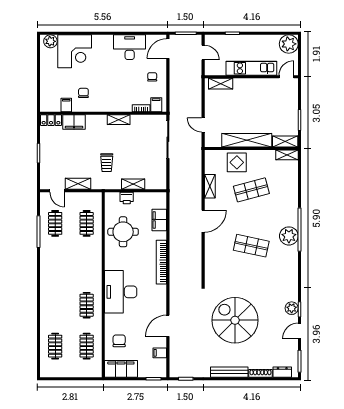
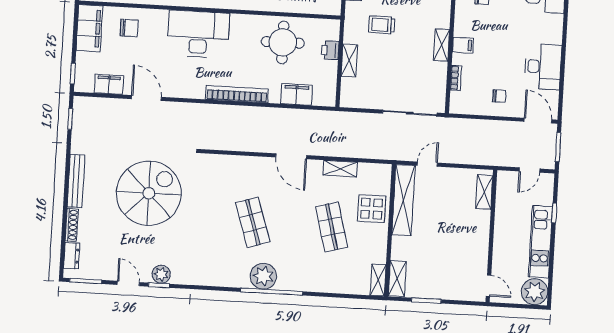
kitchen unit: (251, 68) -> (541, 242), moved, turned 180
filing cabinet: (156, 105) -> (463, 45), moved
shelving: (247, 140) -> (403, 200), moved
shop shelf: (251, 246) -> (253, 222), turned -30
filing cabinet: (160, 353) -> (109, 84), width x2.00

